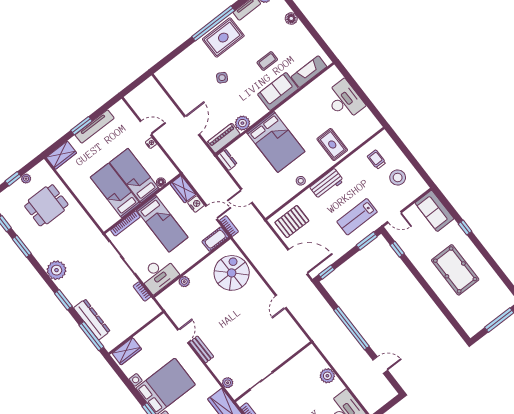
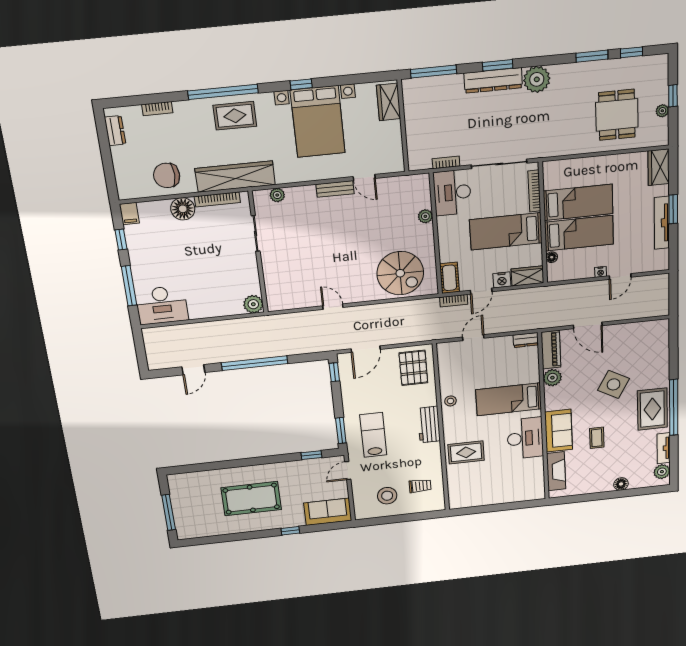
side table: (222, 78) -> (614, 384), width x1.87, depth x1.87
desk: (344, 100) -> (525, 438), moved, turned -90
bed: (276, 142) -> (509, 399), width x0.67
door: (298, 262) -> (366, 349), width x0.73
dresser: (92, 319) -> (493, 80), moved
plant: (327, 376) -> (253, 304), moved

